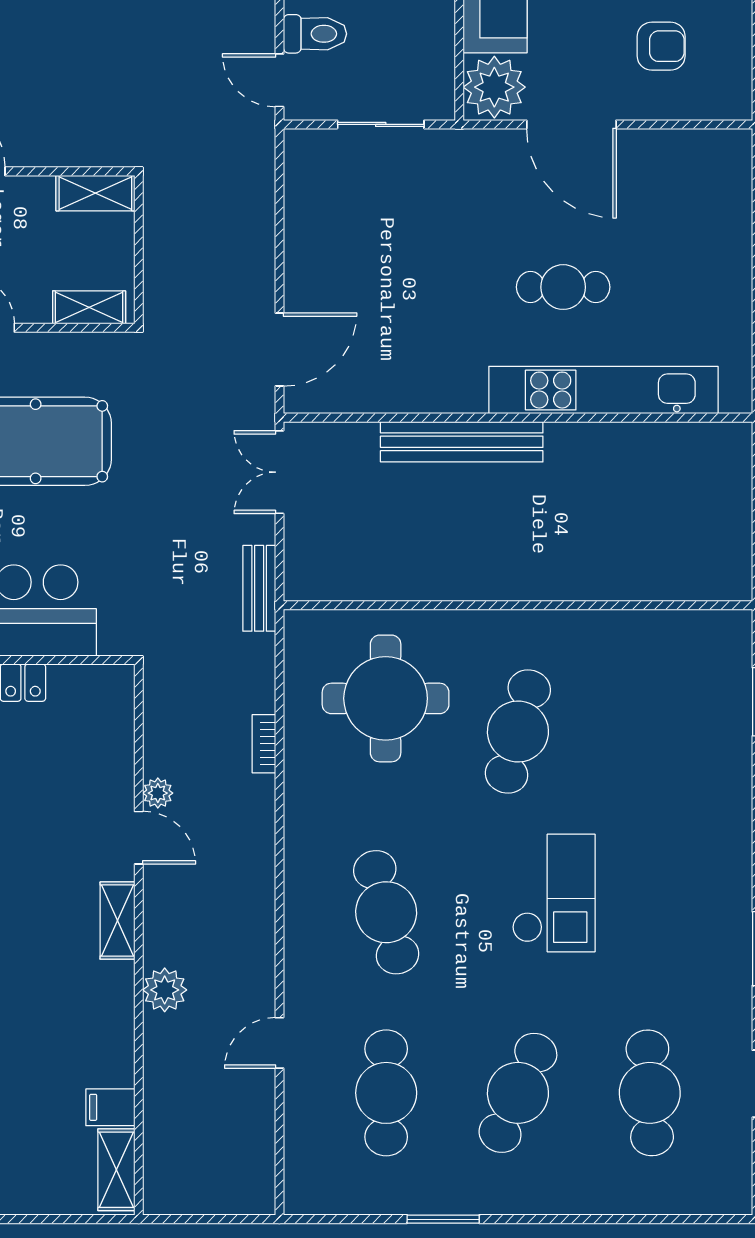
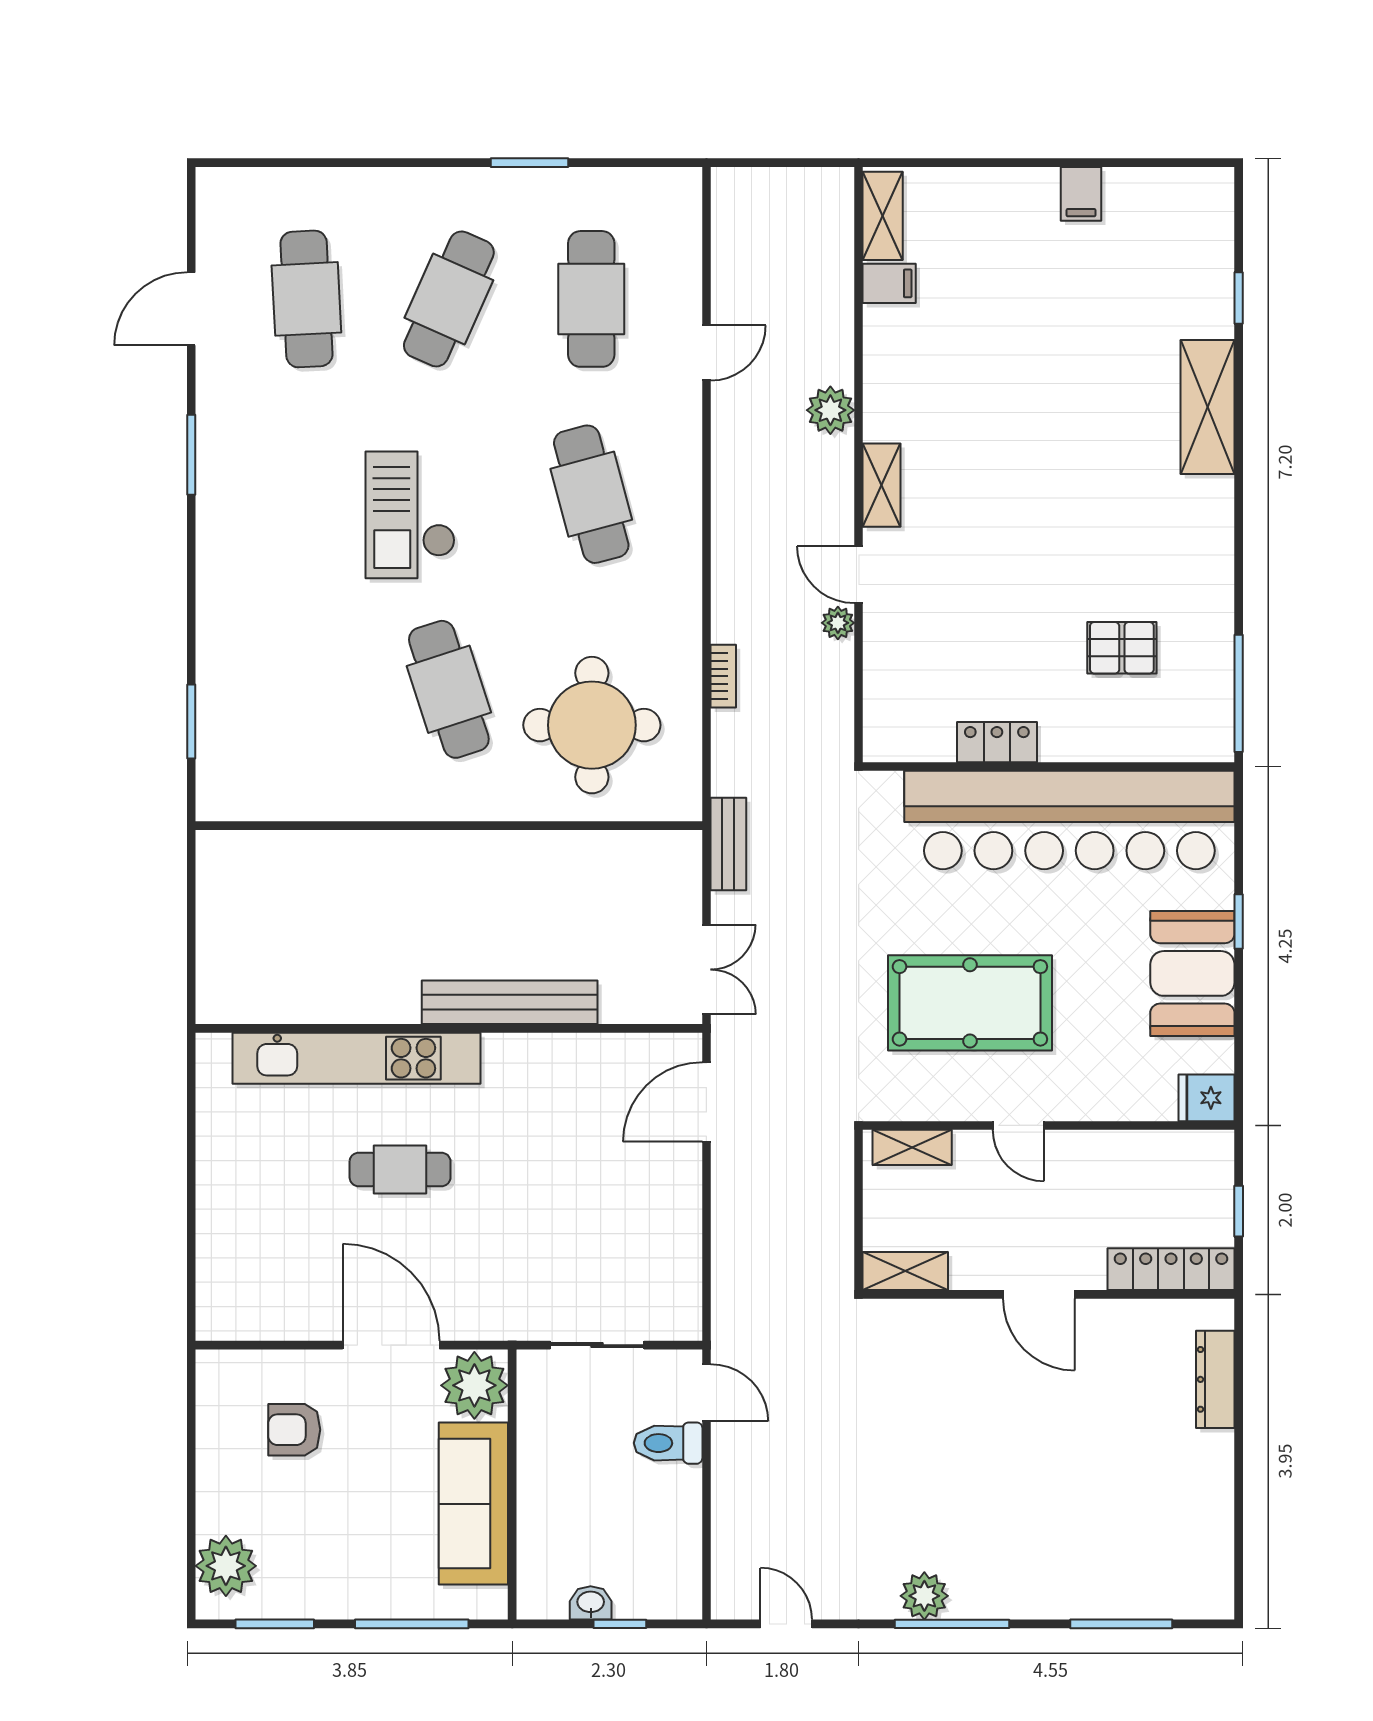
cafe table: (518, 732) -> (449, 689), turned -33

